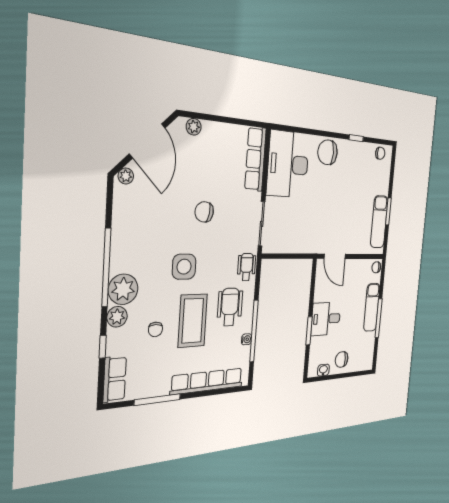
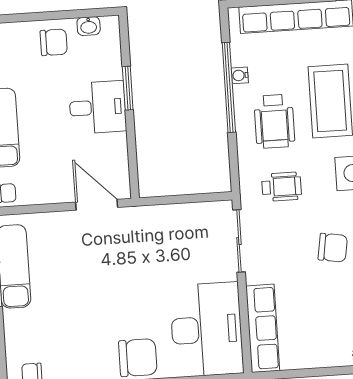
wheelchair: (247, 267) -> (282, 187), moved, turned -90

